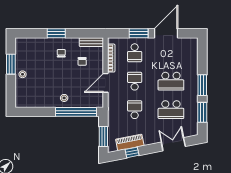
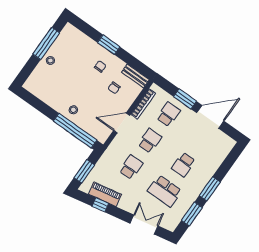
school desk: (135, 53) -> (168, 114), turned 180
window: (11, 64) -> (46, 43), width x1.44
school desk: (171, 81) -> (183, 165), width x0.54

